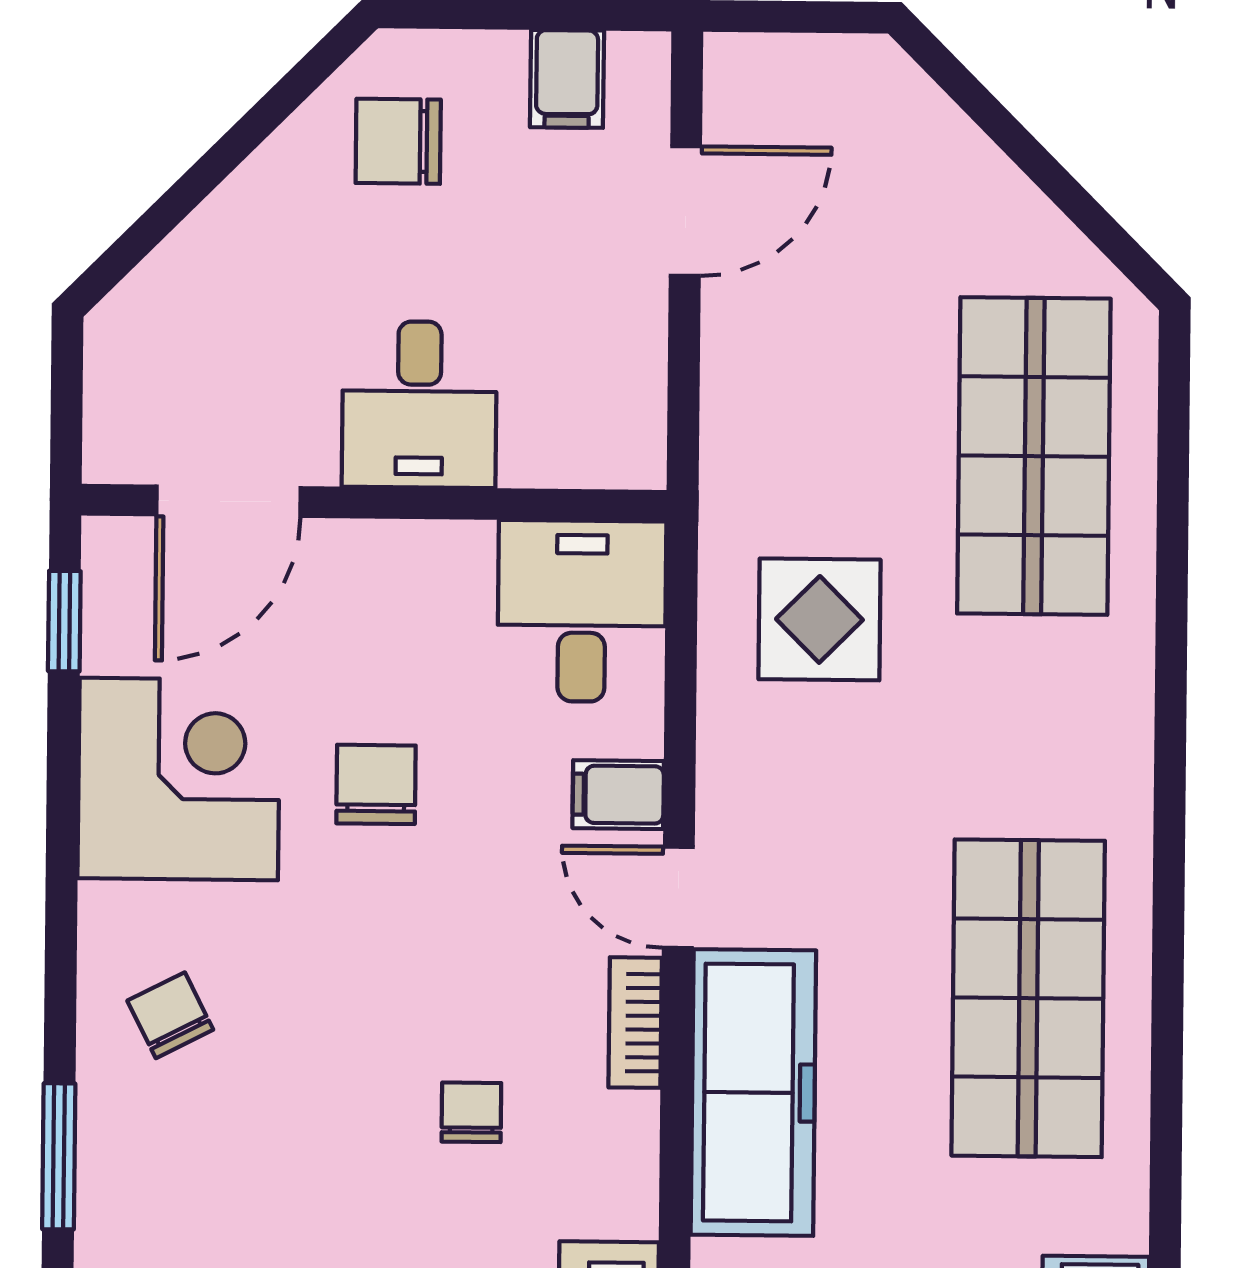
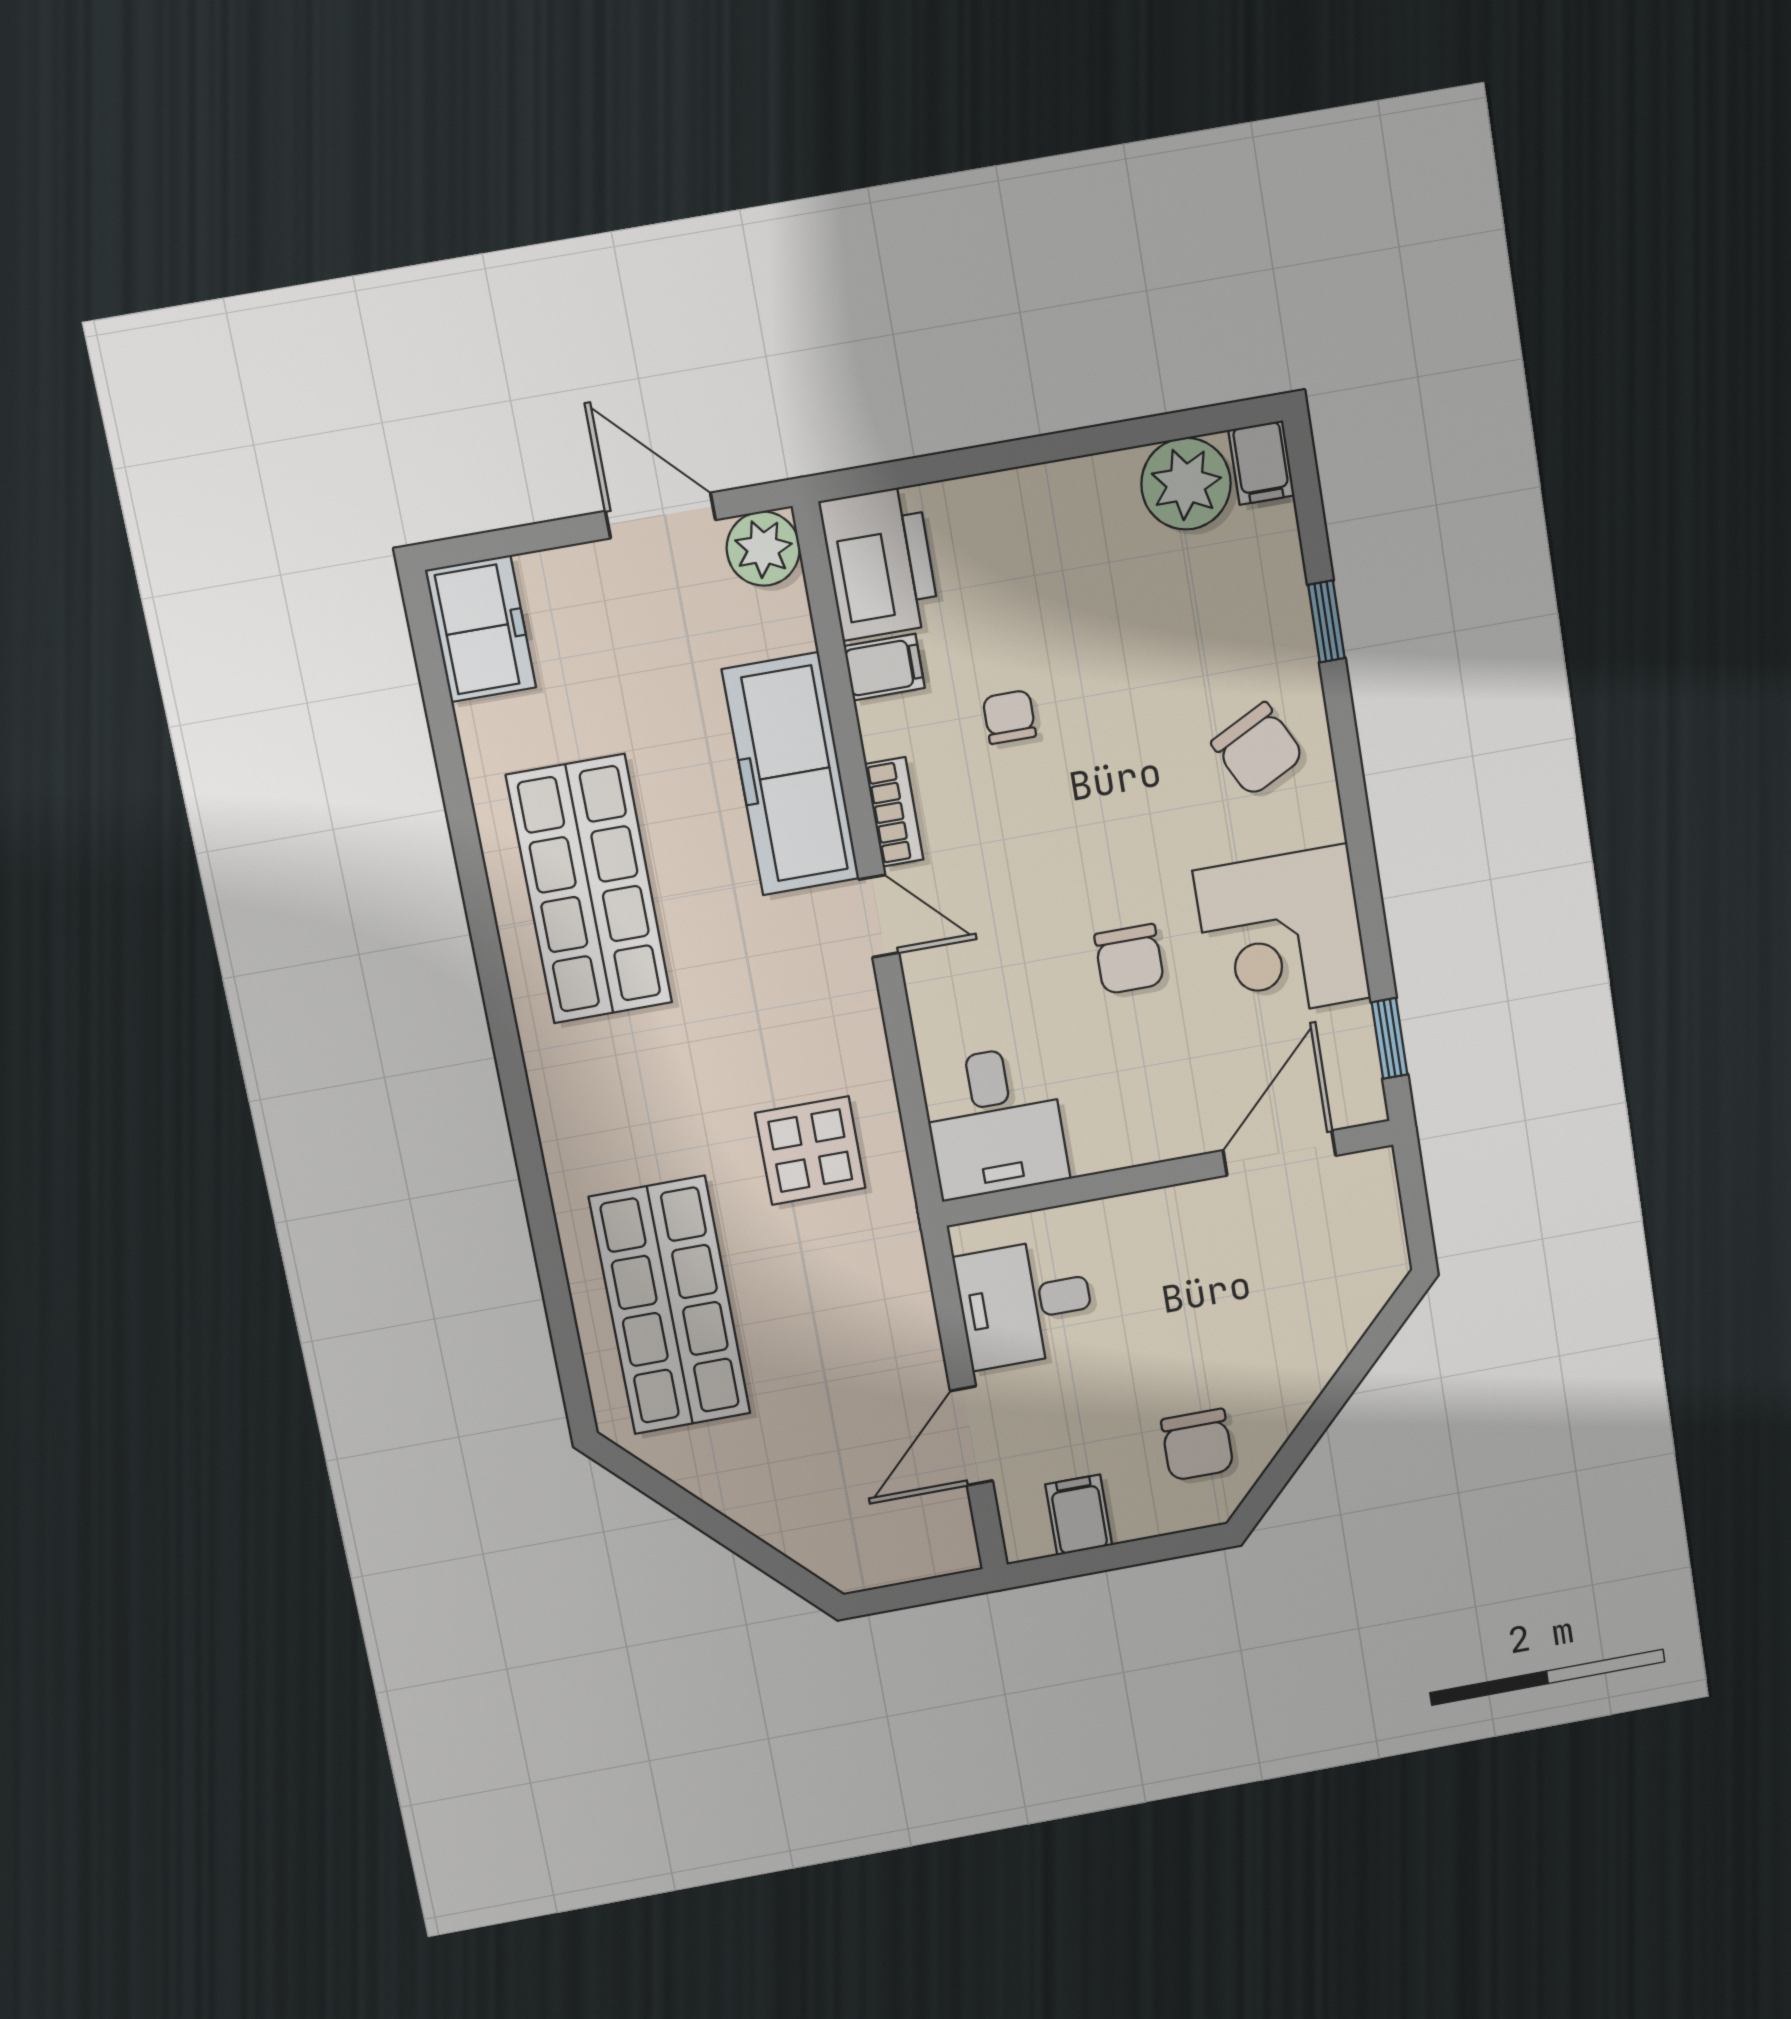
chair: (398, 141) -> (1197, 1445), turned 90
desk: (419, 405) -> (1025, 1303), moved, turned -90
filing cabinet: (618, 795) -> (884, 667), moved
chair: (170, 1015) -> (1258, 749), width x1.37, depth x1.37
chair: (471, 1112) -> (1009, 717), turned 180
window: (59, 1156) -> (1326, 621), width x0.67

